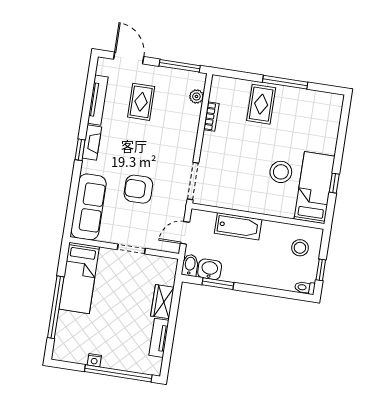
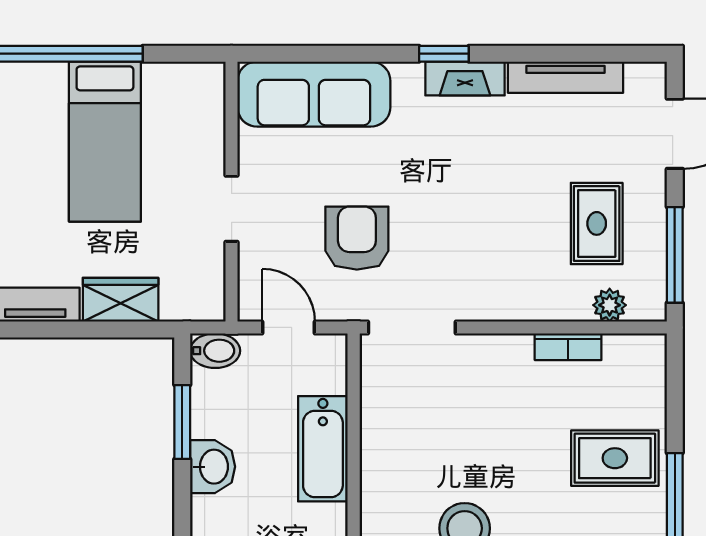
rug: (141, 102) -> (597, 223), moved, turned 90
armchair: (138, 189) -> (357, 238), moved
washbasin: (210, 269) -> (213, 467), moved
bed: (79, 278) -> (105, 142), moved, turned -90

